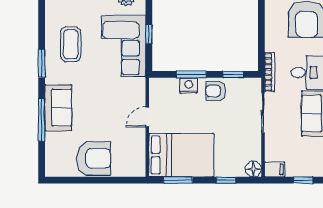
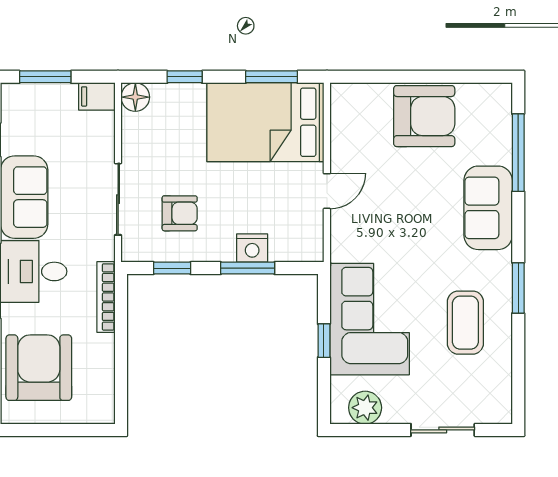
bookcase: (270, 72) -> (106, 297), moved
armchair: (216, 91) -> (180, 213), moved
window: (42, 120) -> (518, 153), moved
armchair: (94, 158) -> (424, 116), turned 180
window: (303, 180) -> (45, 77), width x1.50

